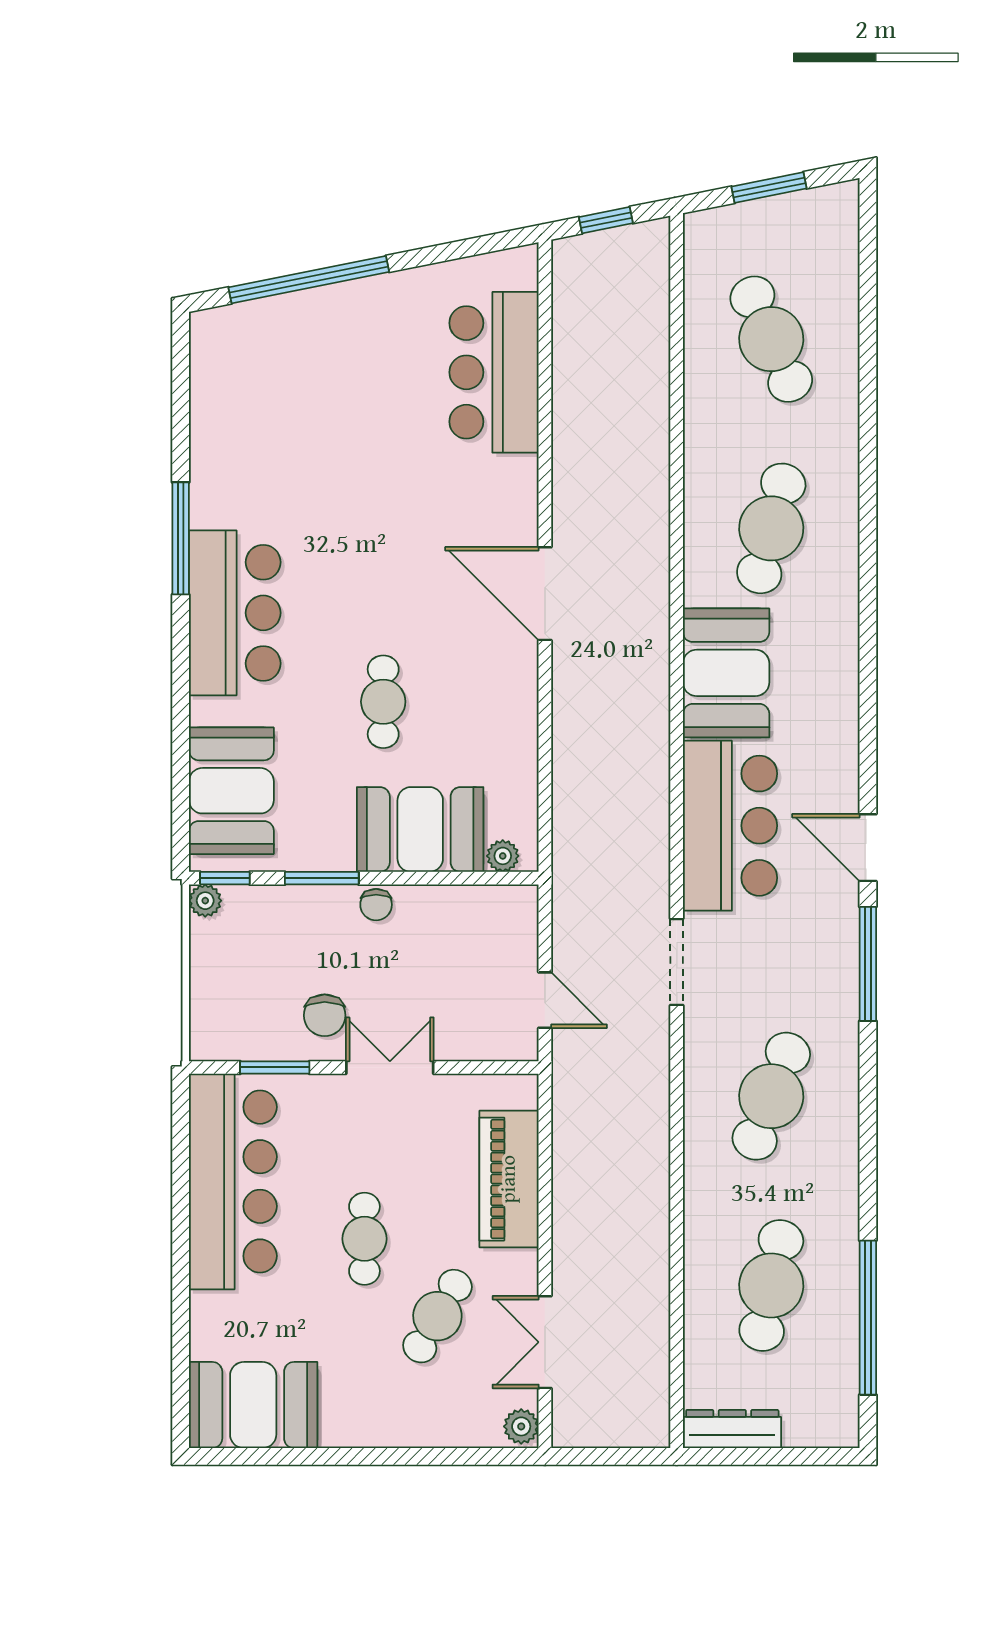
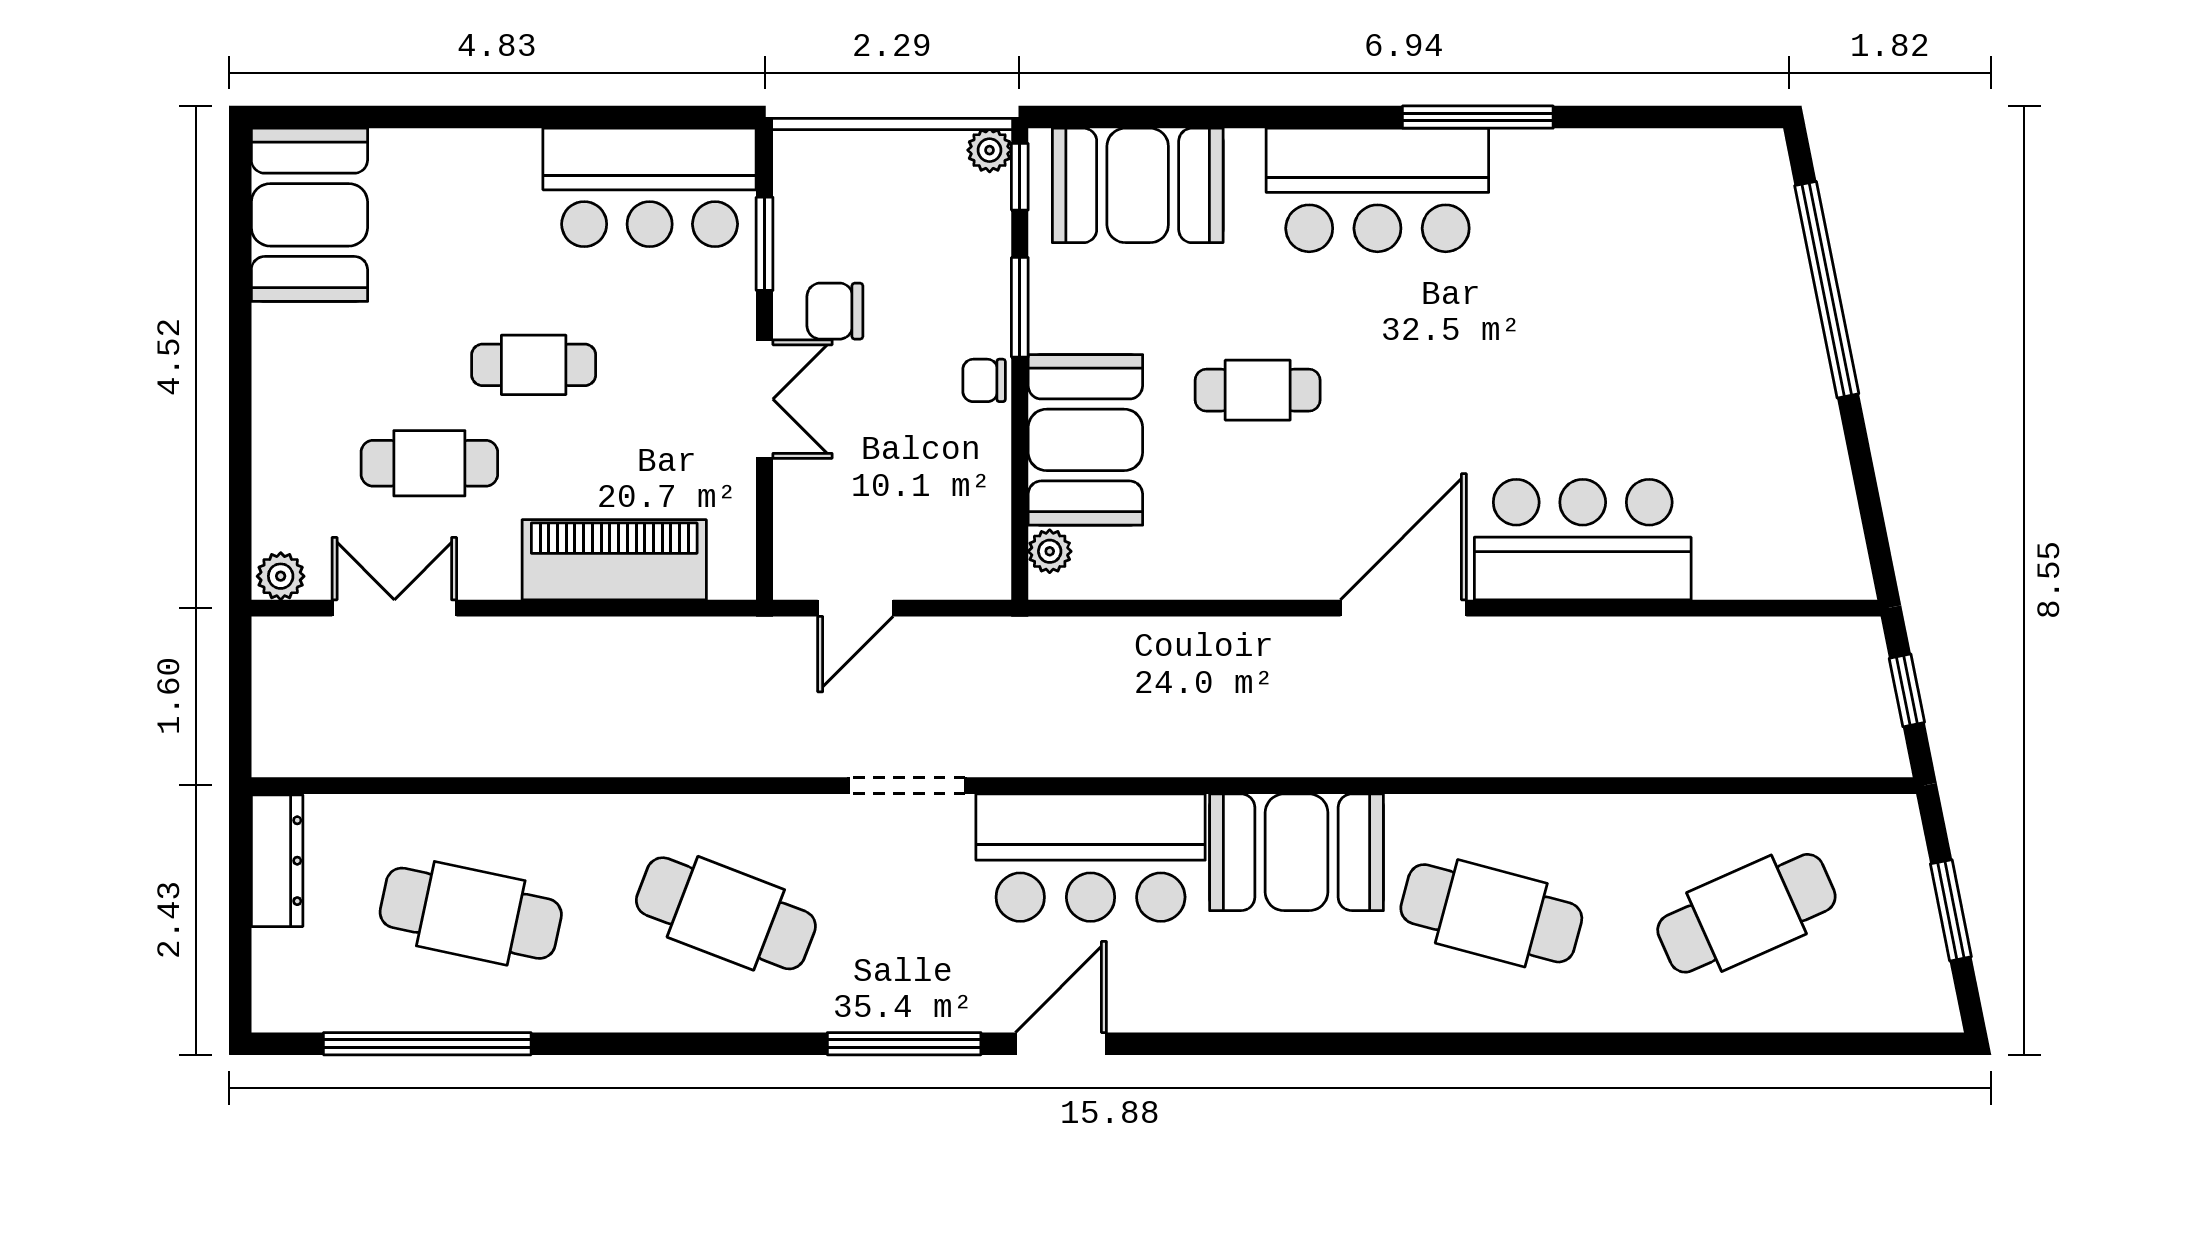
bar counter: (494, 372) -> (1583, 540), moved
bar counter: (233, 1182) -> (650, 187), width x0.73
cafe table: (437, 1316) -> (429, 463), turned -30

